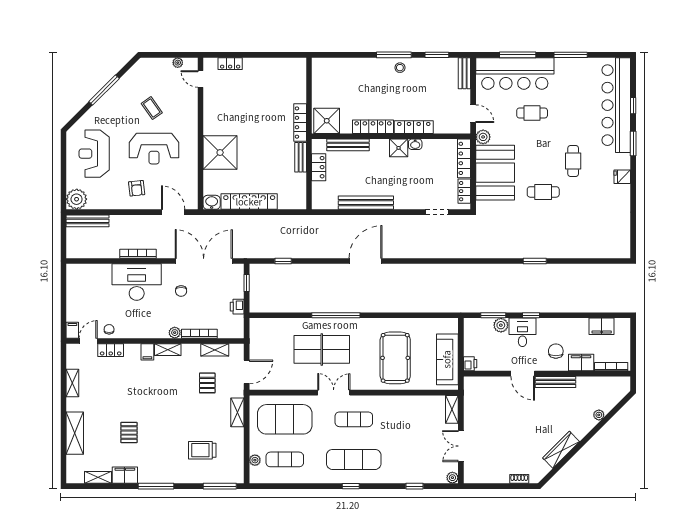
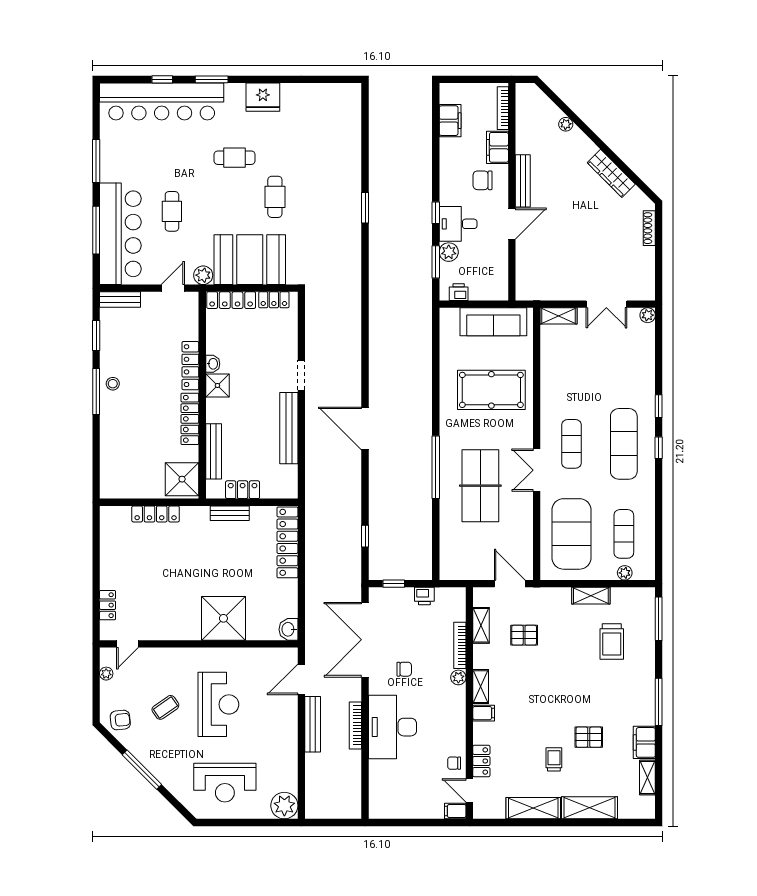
locker: (300, 123) -> (156, 514), moved
fridge: (622, 177) -> (263, 97), width x1.88, depth x1.34
armchair: (137, 188) -> (120, 720), moved
locker: (249, 202) -> (287, 542), moved
doorway: (437, 212) -> (301, 375), moved
bench: (88, 221) -> (313, 724), moved
printer: (470, 364) -> (459, 292), moved
shelving: (72, 383) -> (533, 808), width x1.50, depth x1.33
trolley: (112, 406) -> (554, 759), added
shelving: (237, 412) -> (591, 596), moved
shoe rack: (519, 479) -> (649, 228), width x1.43
window: (414, 486) -> (659, 406), moved

